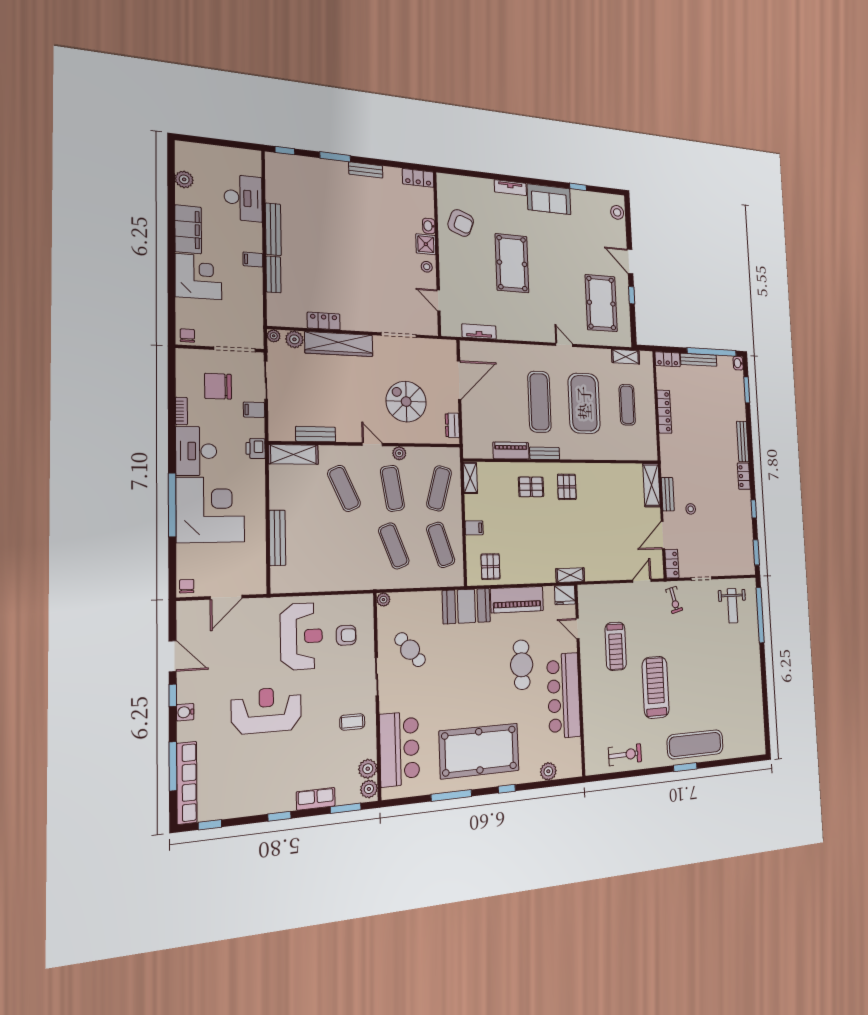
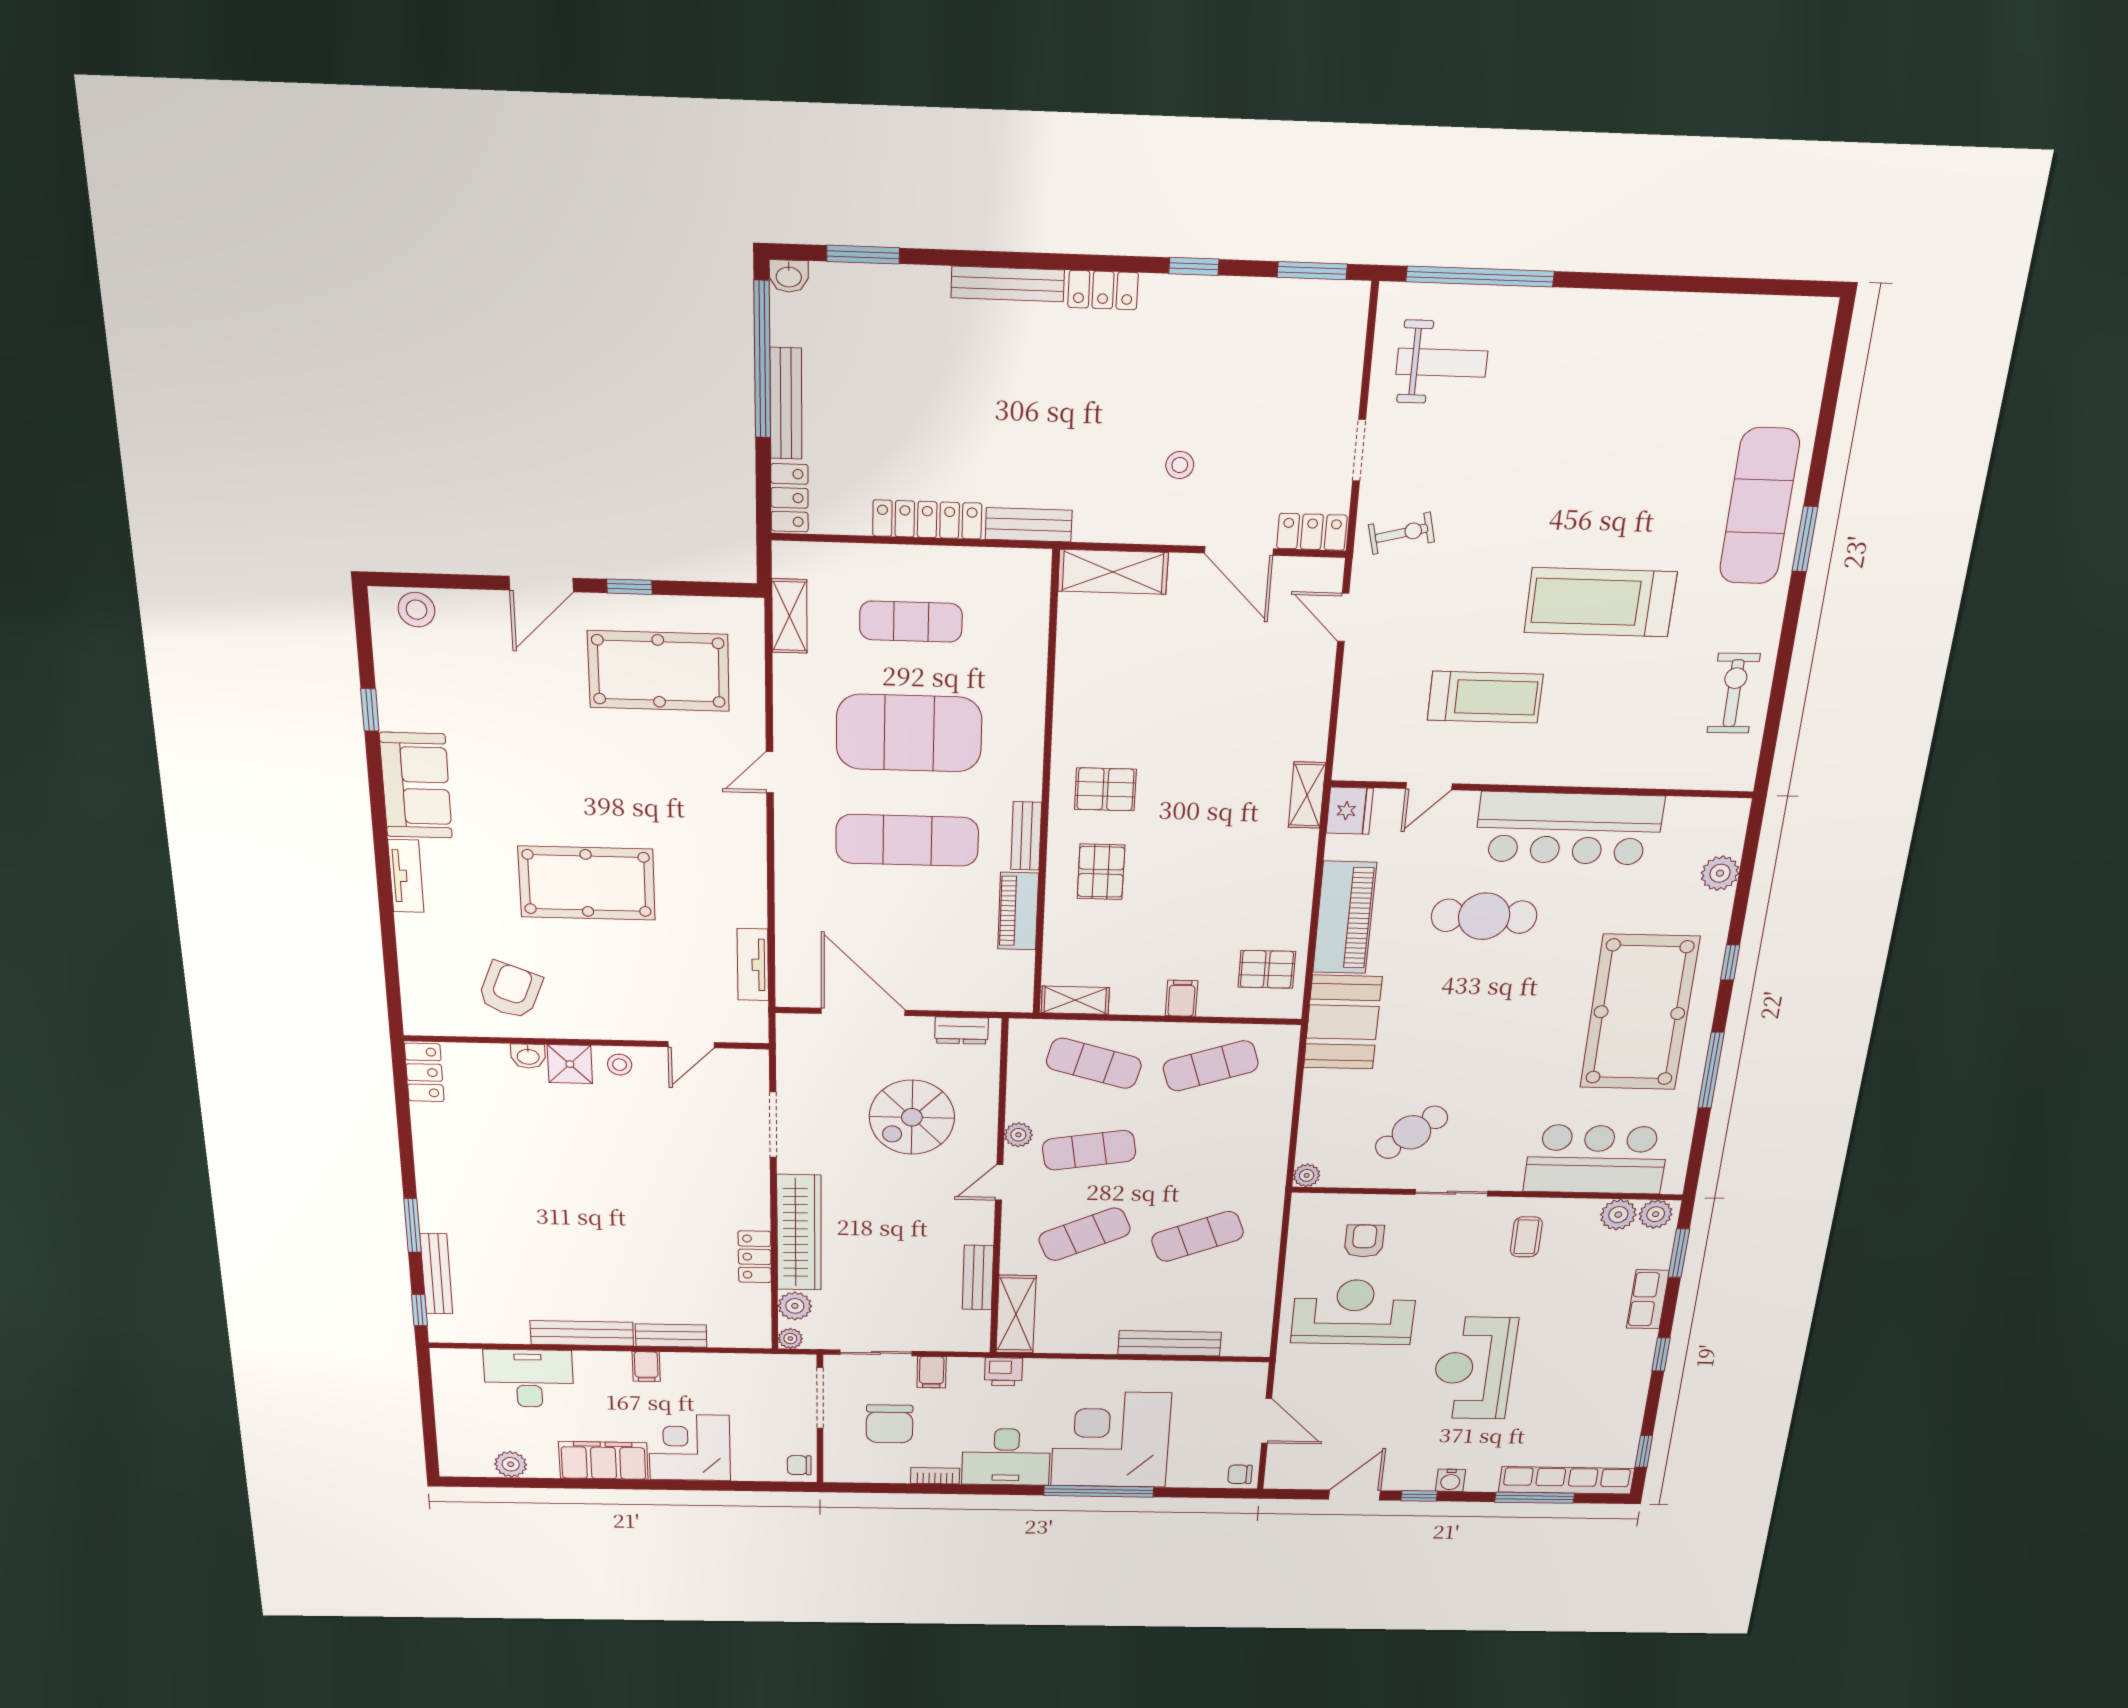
bench: (366, 170) -> (436, 1274), moved, width x1.36
bench: (668, 494) -> (1029, 525), moved
exercise mat: (394, 546) -> (1197, 1236), moved

